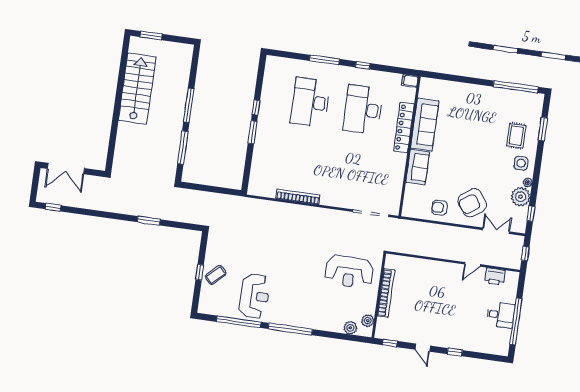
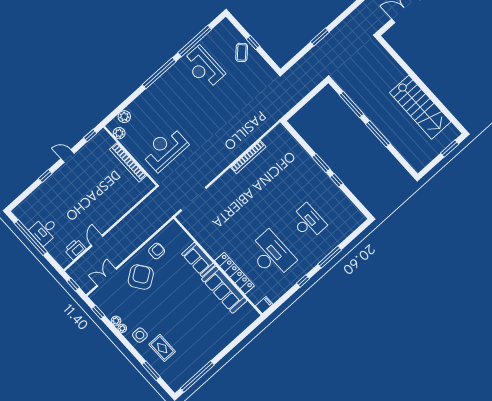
desk: (310, 102) -> (308, 222), width x0.73, depth x0.77
plant: (521, 197) -> (116, 321), width x0.53, depth x0.53
double door: (496, 231) -> (107, 277), swing flipped

